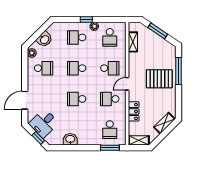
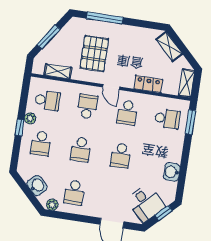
school desk: (44, 68) -> (74, 192), turned 180
pallet: (159, 79) -> (94, 54), moved

